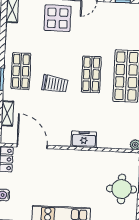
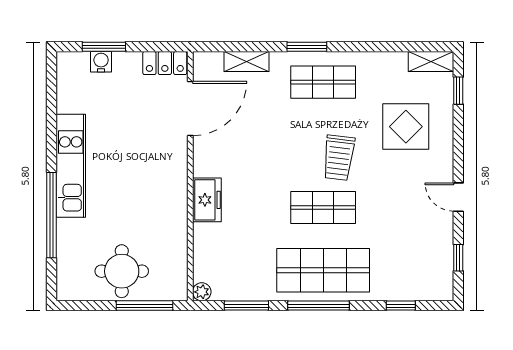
display table: (58, 18) -> (406, 127), moved
trolley: (55, 84) -> (339, 158), moved

